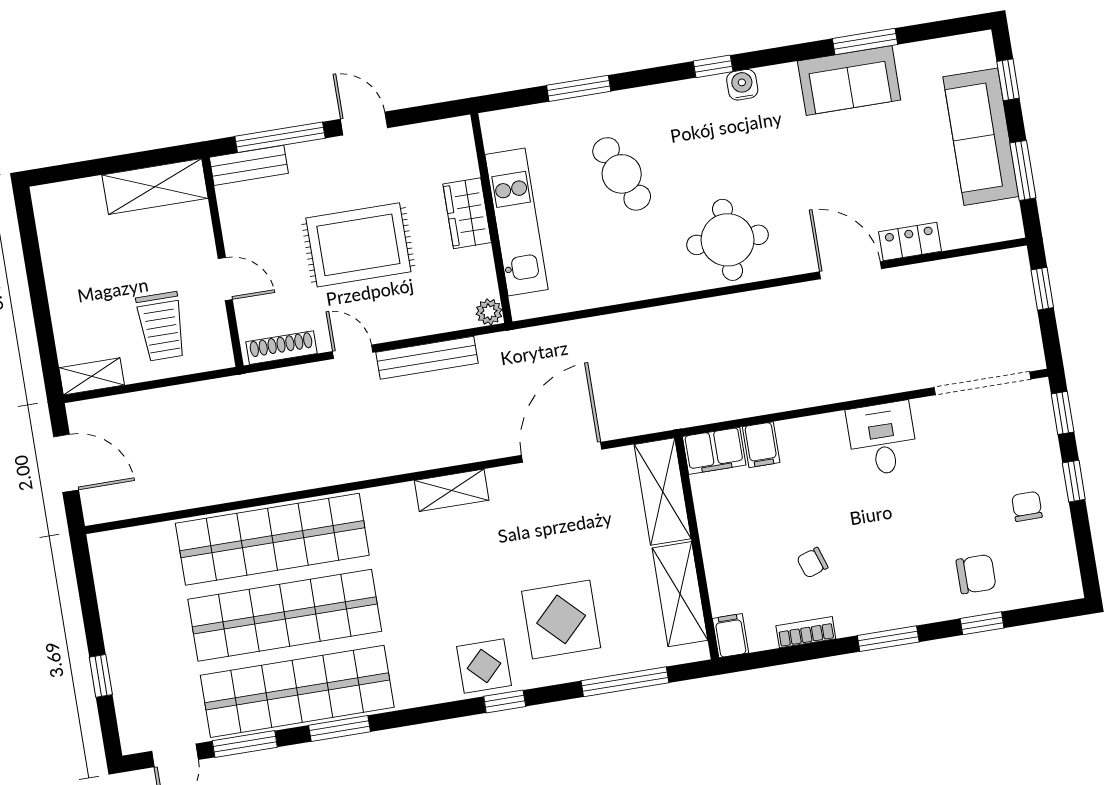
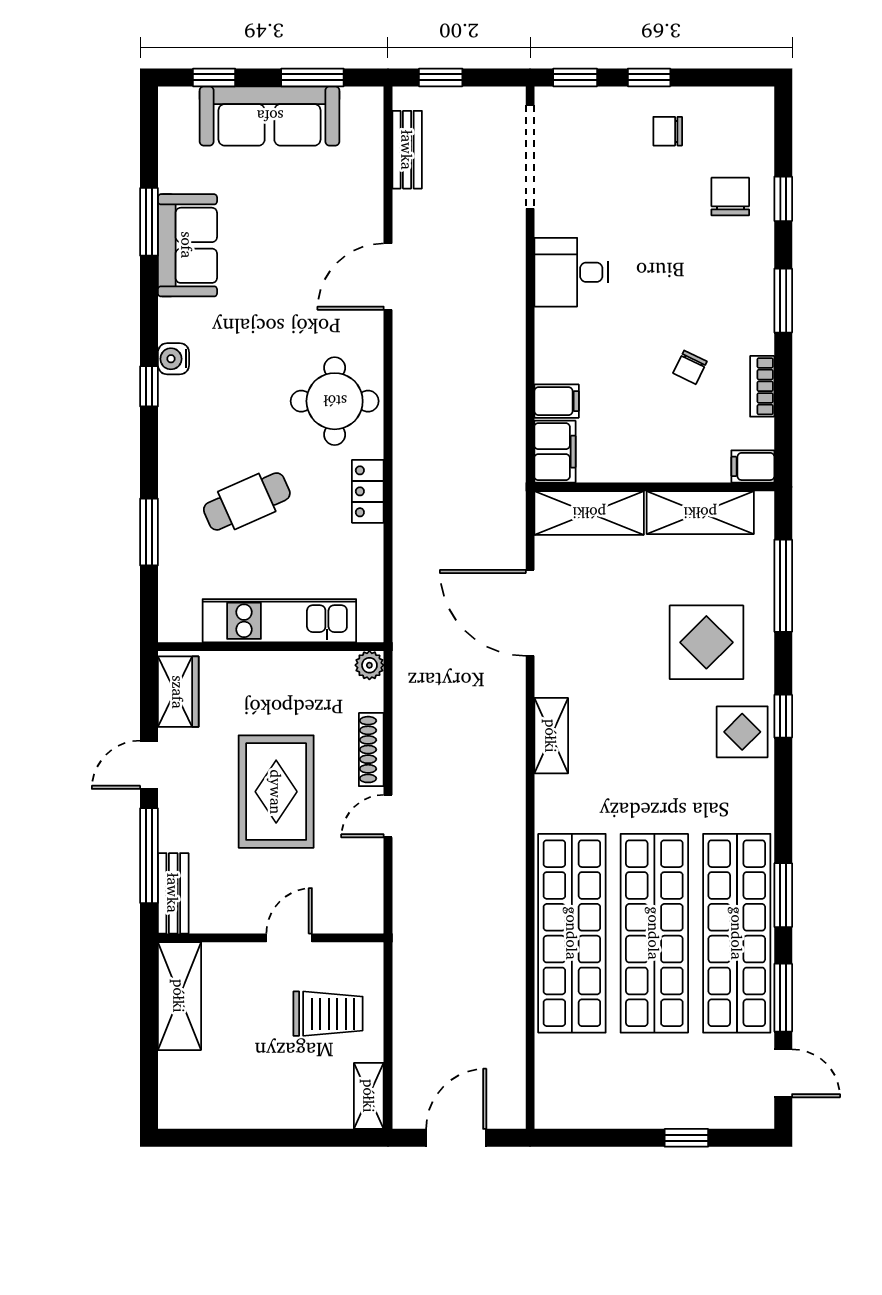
wardrobe: (467, 213) -> (178, 692), moved, turned -90
locker: (910, 241) -> (368, 491), moved
shoe rack: (281, 348) -> (371, 750), moved
bench: (427, 358) -> (407, 150), moved, width x0.73
chair: (812, 563) -> (690, 367), turned 44

